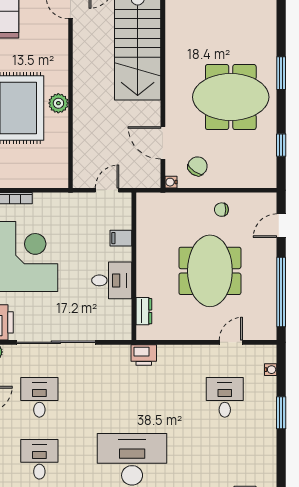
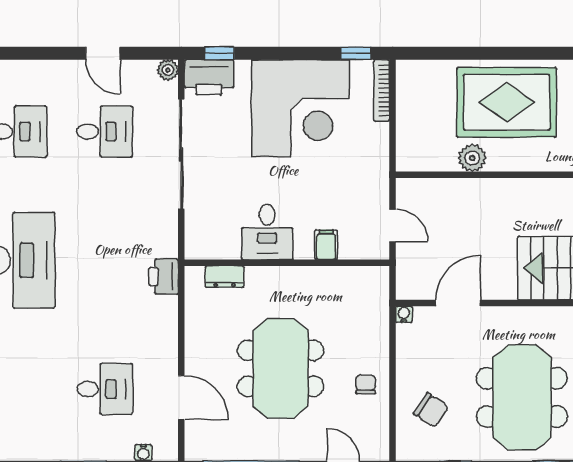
plant: (58, 103) -> (472, 158), moved
chair: (197, 166) -> (431, 410), moved
meeting table: (210, 271) -> (281, 368), turned 90
door: (231, 342) -> (181, 397), width x1.37

